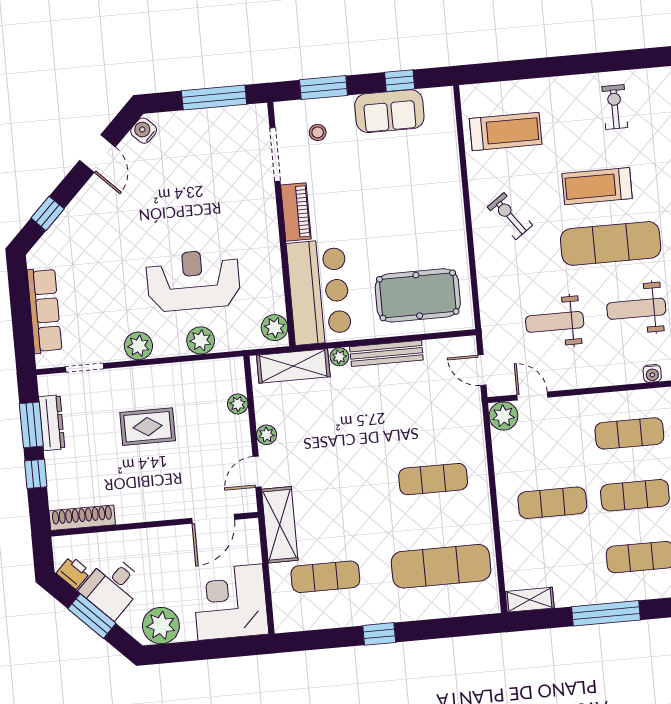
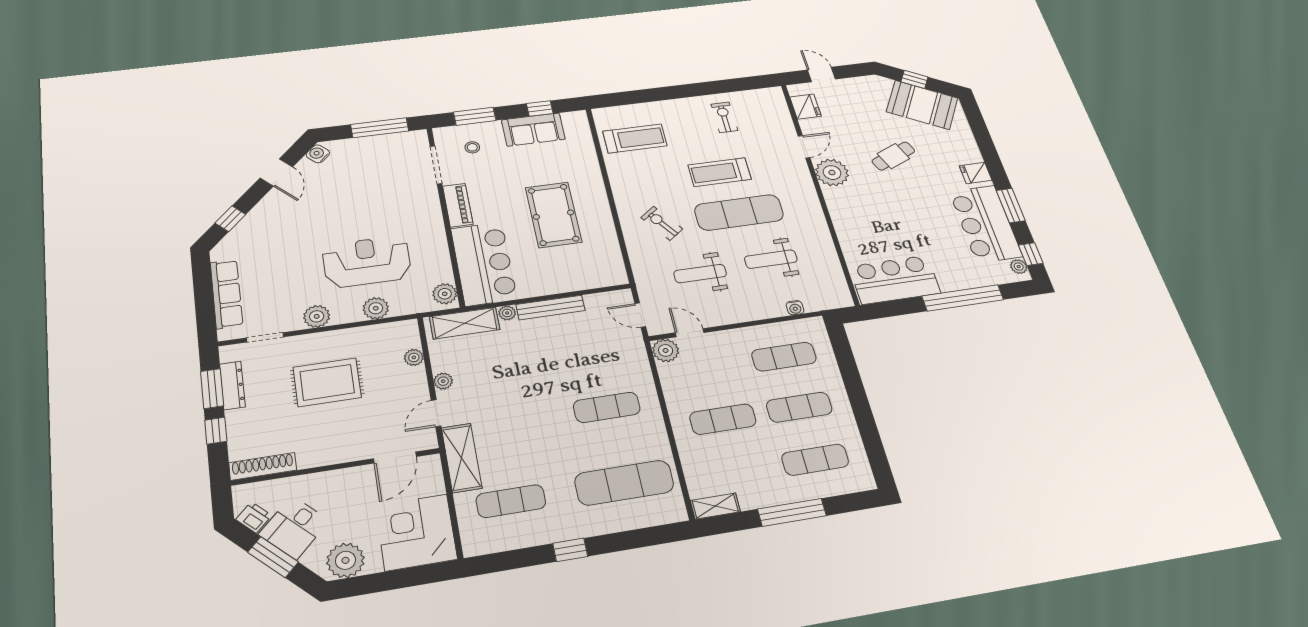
exercise bike: (510, 216) -> (662, 223), moved
pool table: (418, 295) -> (553, 215), moved, turned 90
rug: (148, 427) -> (327, 382), width x1.36, depth x1.43

